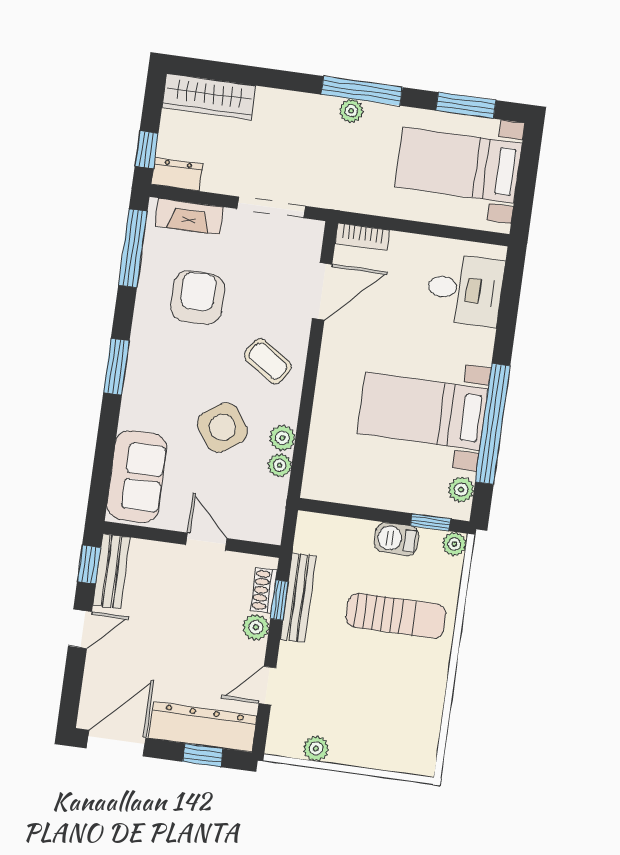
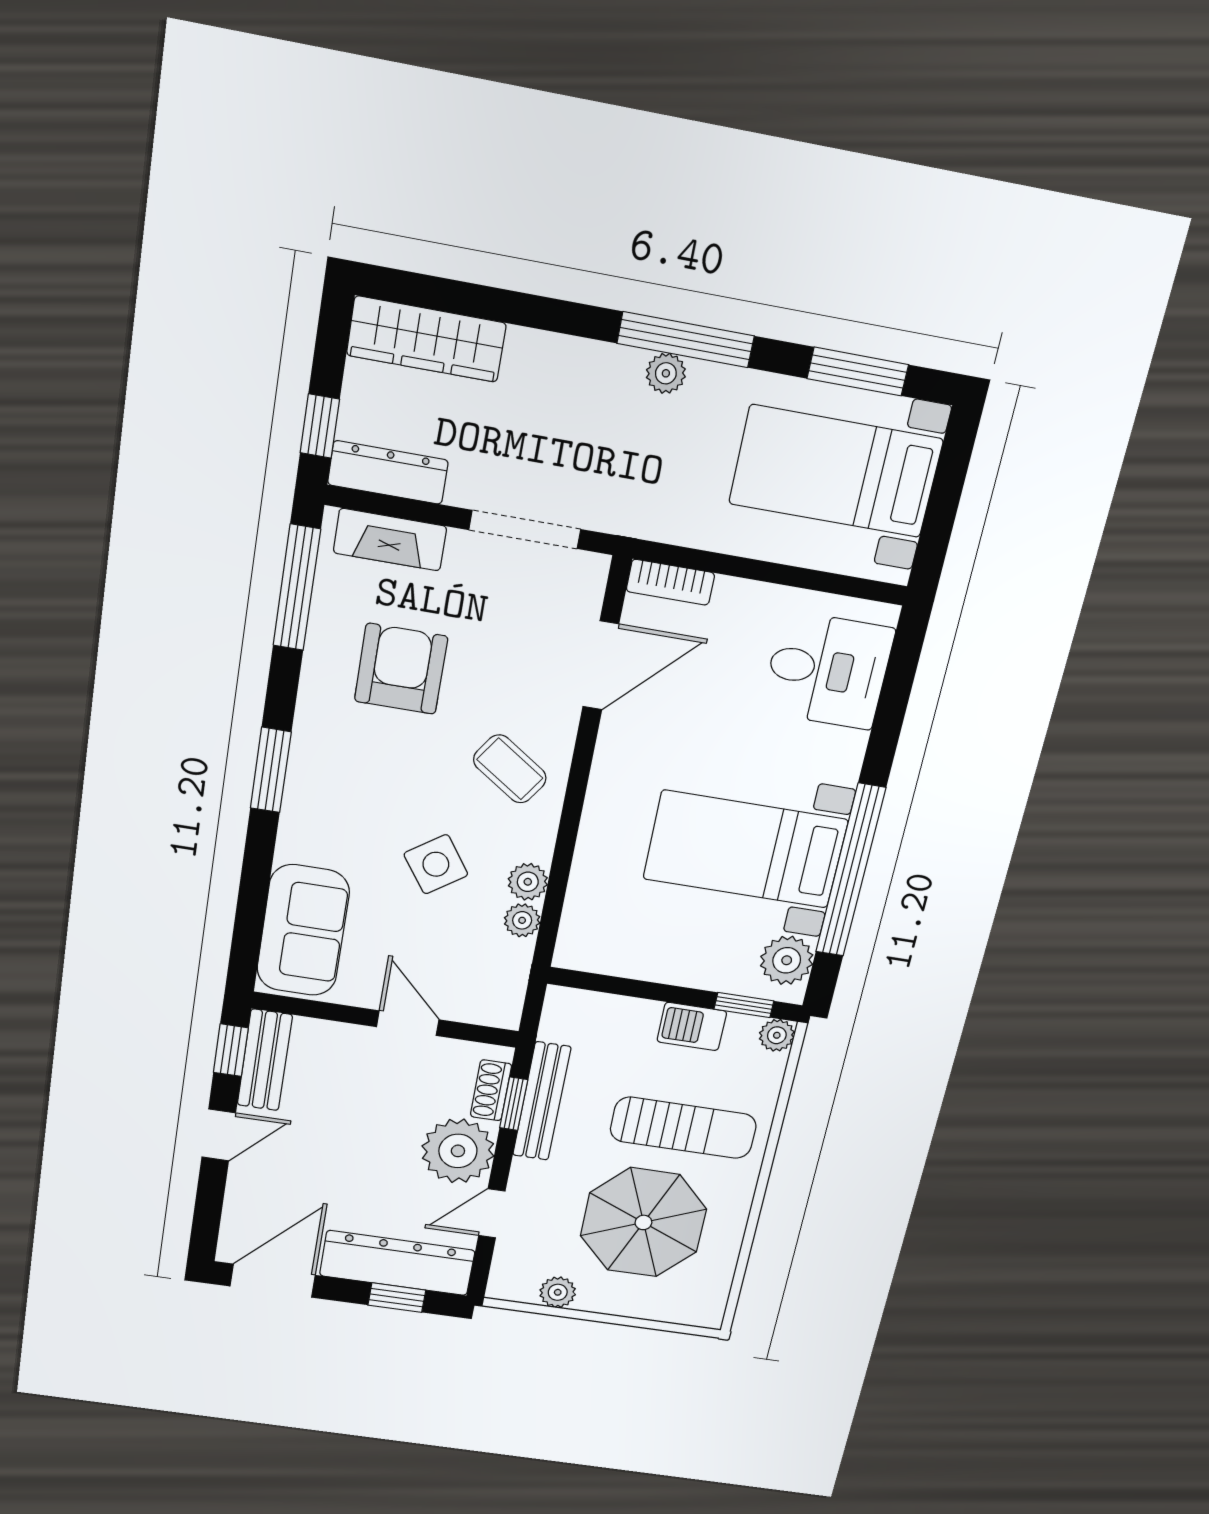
dresser: (177, 174) -> (388, 472), width x1.44
side table: (222, 428) -> (436, 864), width x0.73, depth x0.73
plant: (461, 490) -> (787, 960), width x1.38, depth x1.38
plant: (256, 627) -> (458, 1151), width x1.88, depth x1.88
parasol: (373, 691) -> (643, 1222), added

